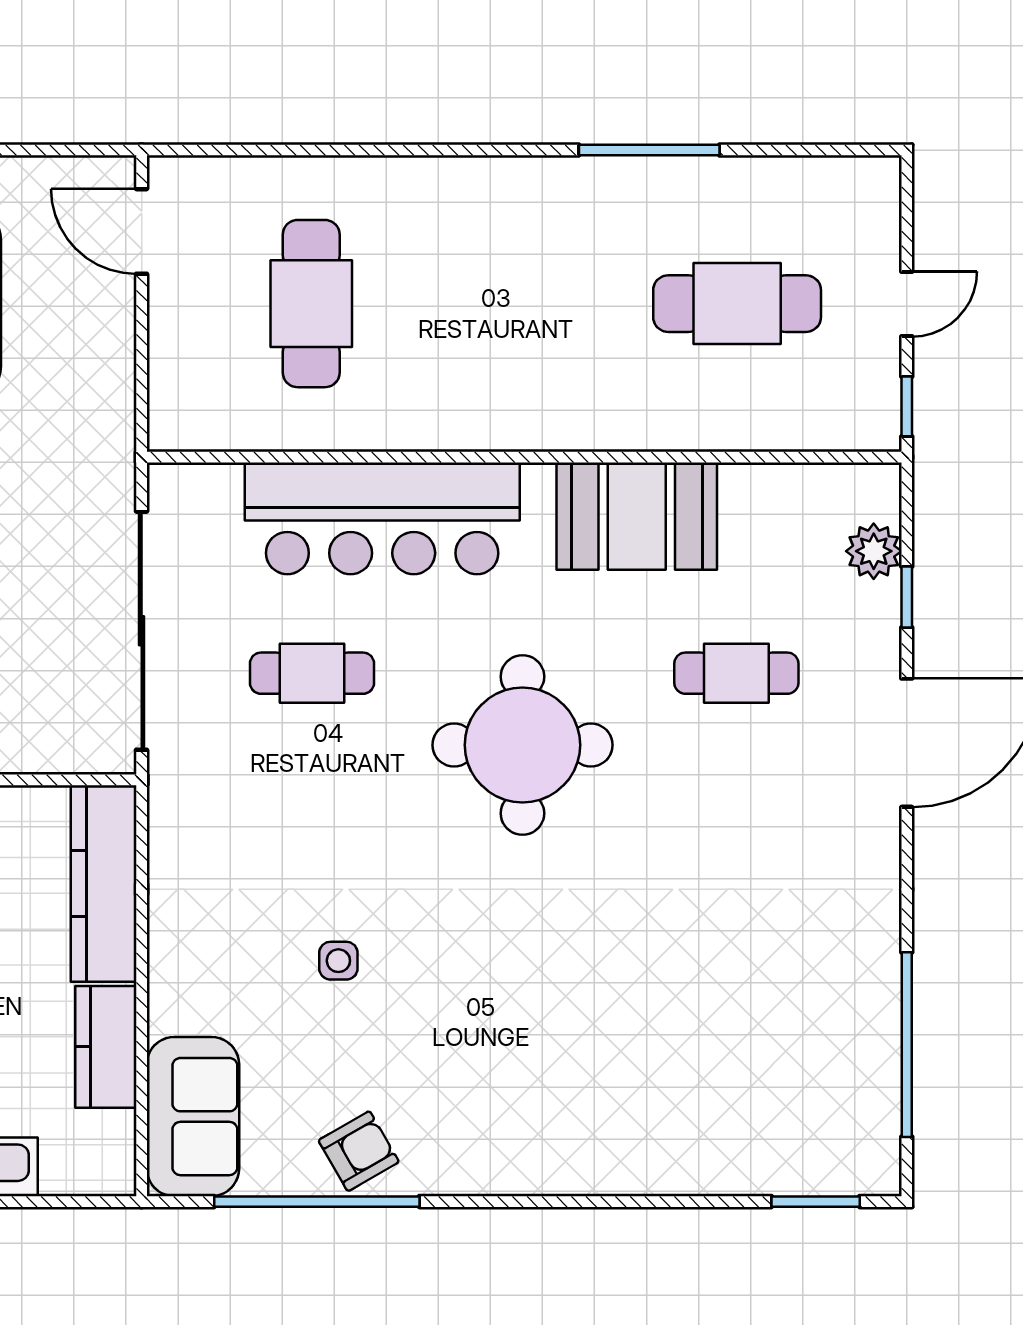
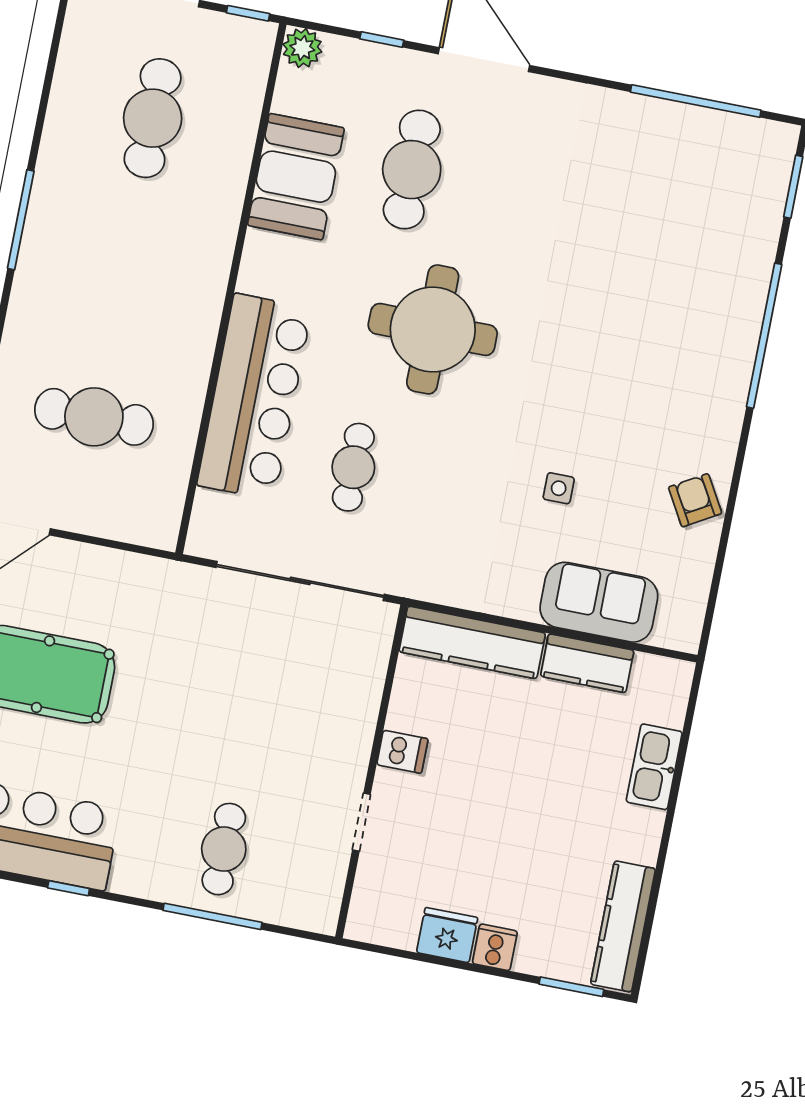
window: (649, 150) -> (21, 220), moved
booth: (637, 516) -> (296, 177), moved
plant: (874, 551) -> (302, 48), moved
cafe table: (736, 673) -> (412, 170), width x1.37, depth x1.35
sofa: (193, 1117) -> (599, 602), moved
window: (317, 1202) -> (764, 336), moved

